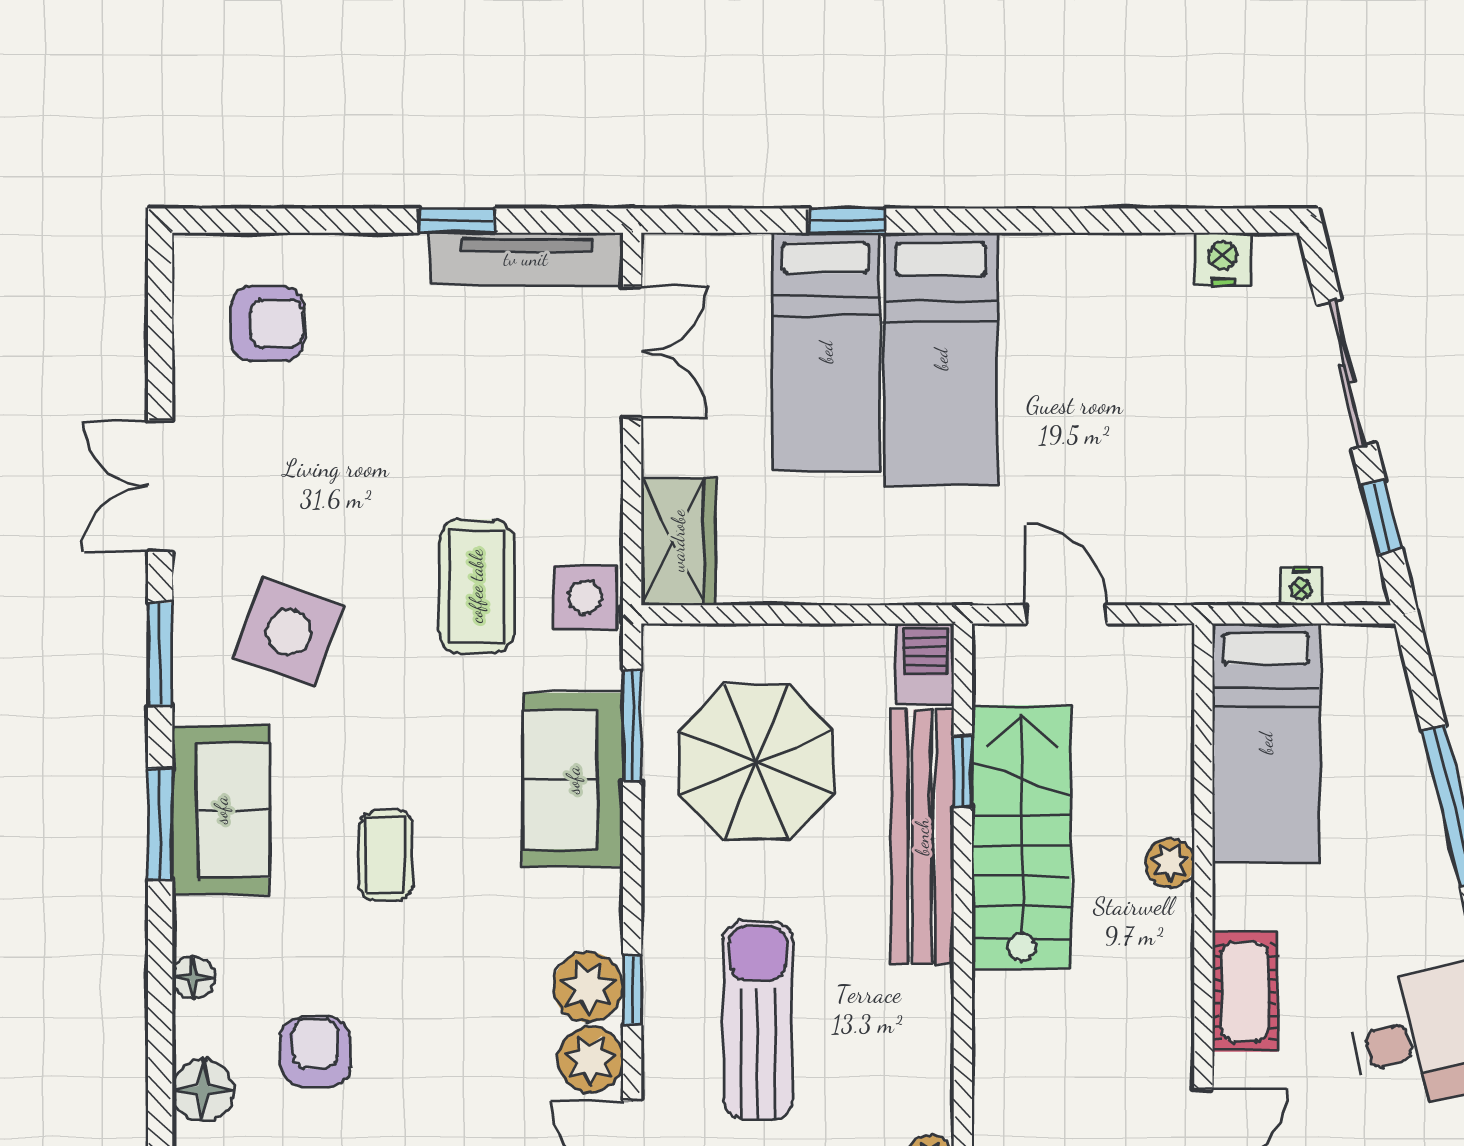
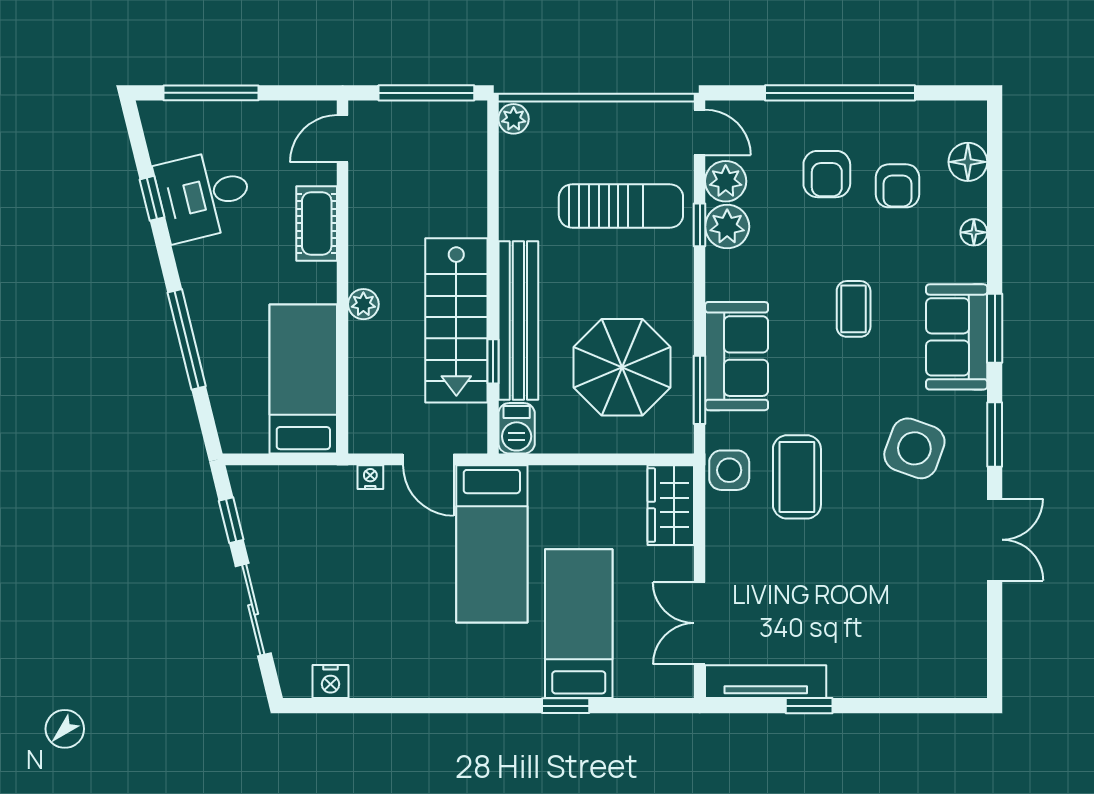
armchair: (268, 324) -> (827, 174), moved, turned -90
bed: (941, 359) -> (492, 544), moved, turned 180
nightstand: (1301, 586) -> (370, 477), moved
sun lounger: (758, 1020) -> (621, 206), turned -90

